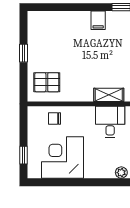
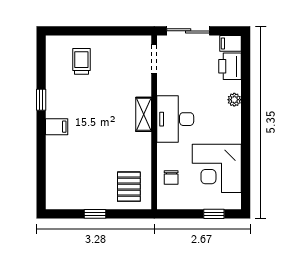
desk: (110, 122) -> (175, 119), width x1.37

